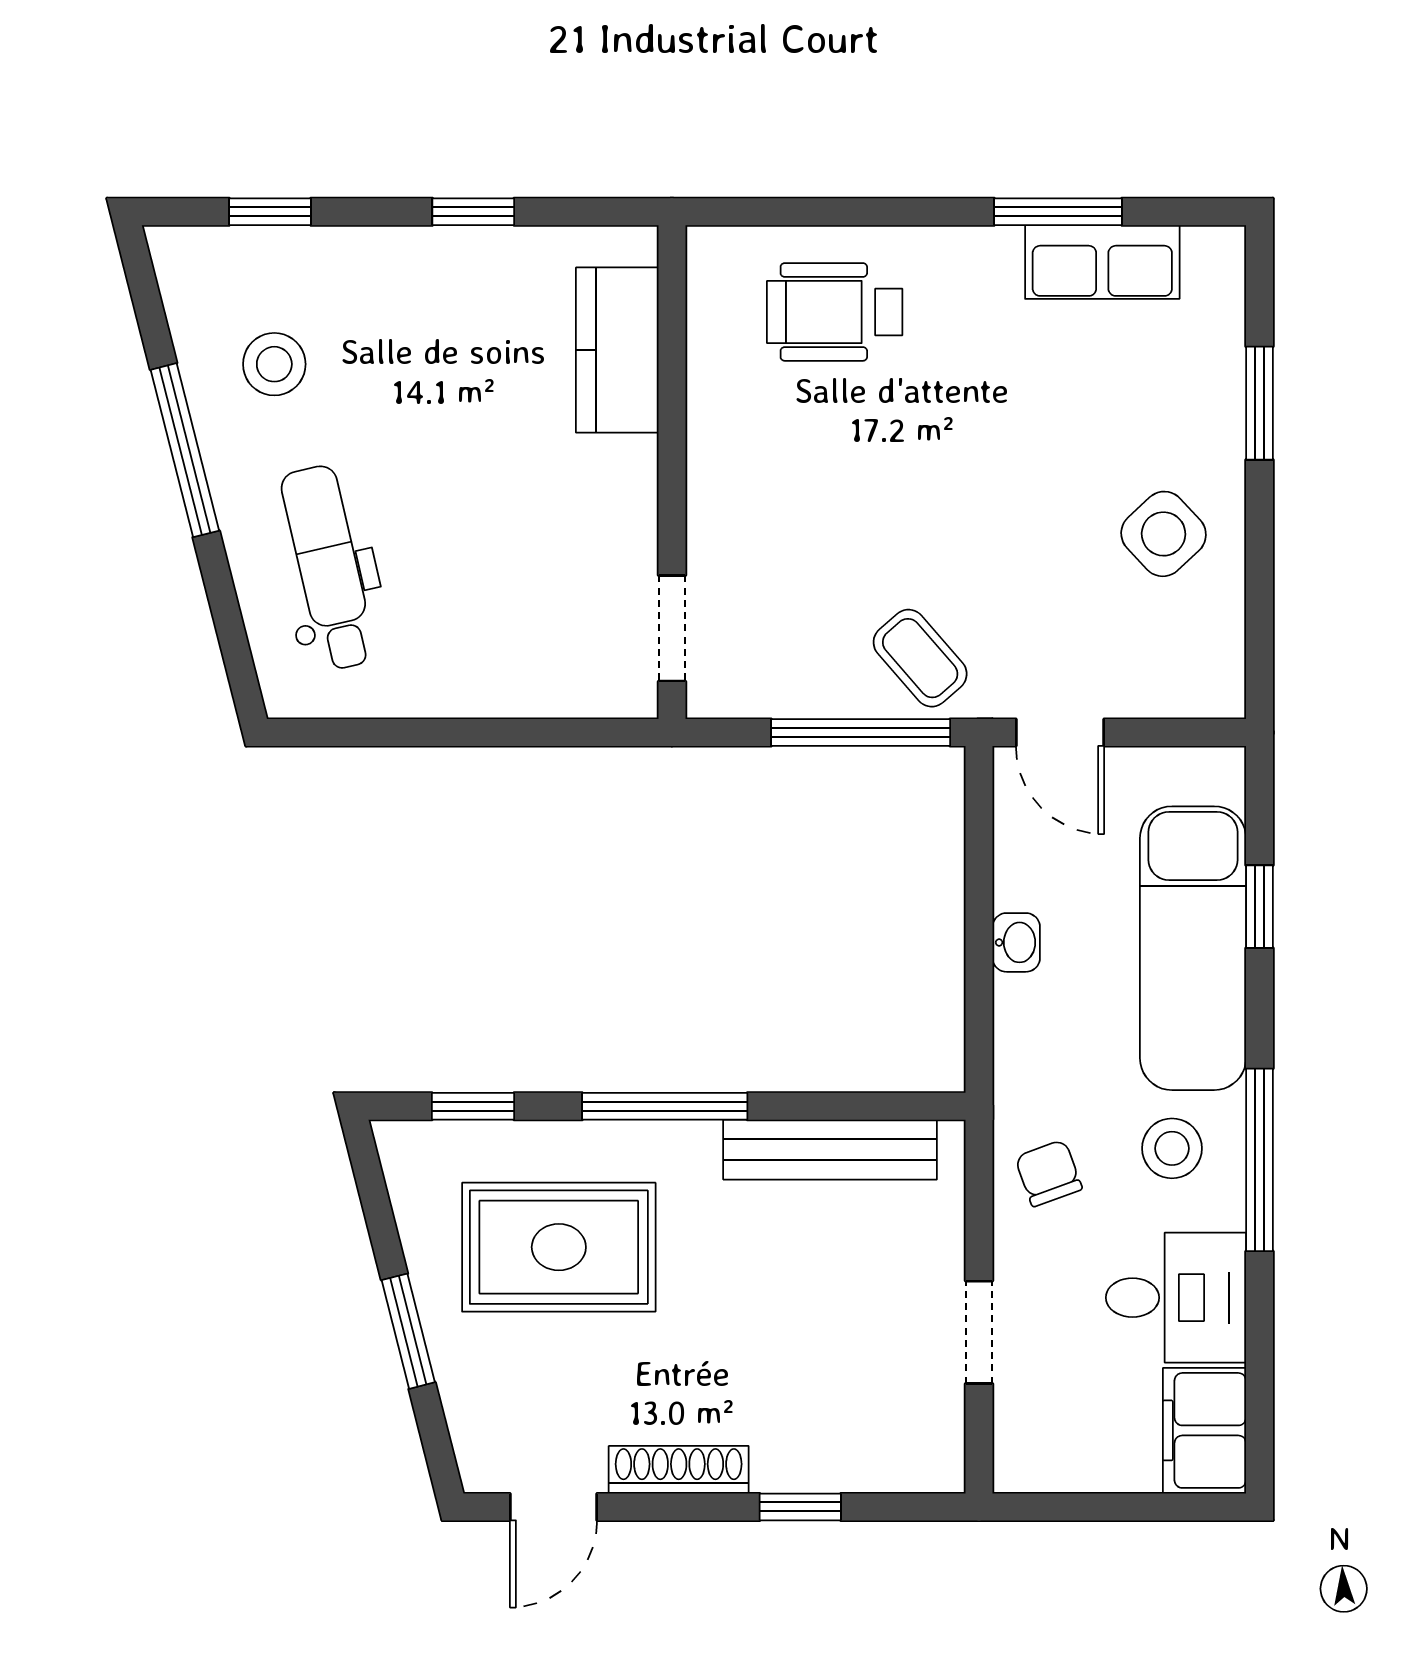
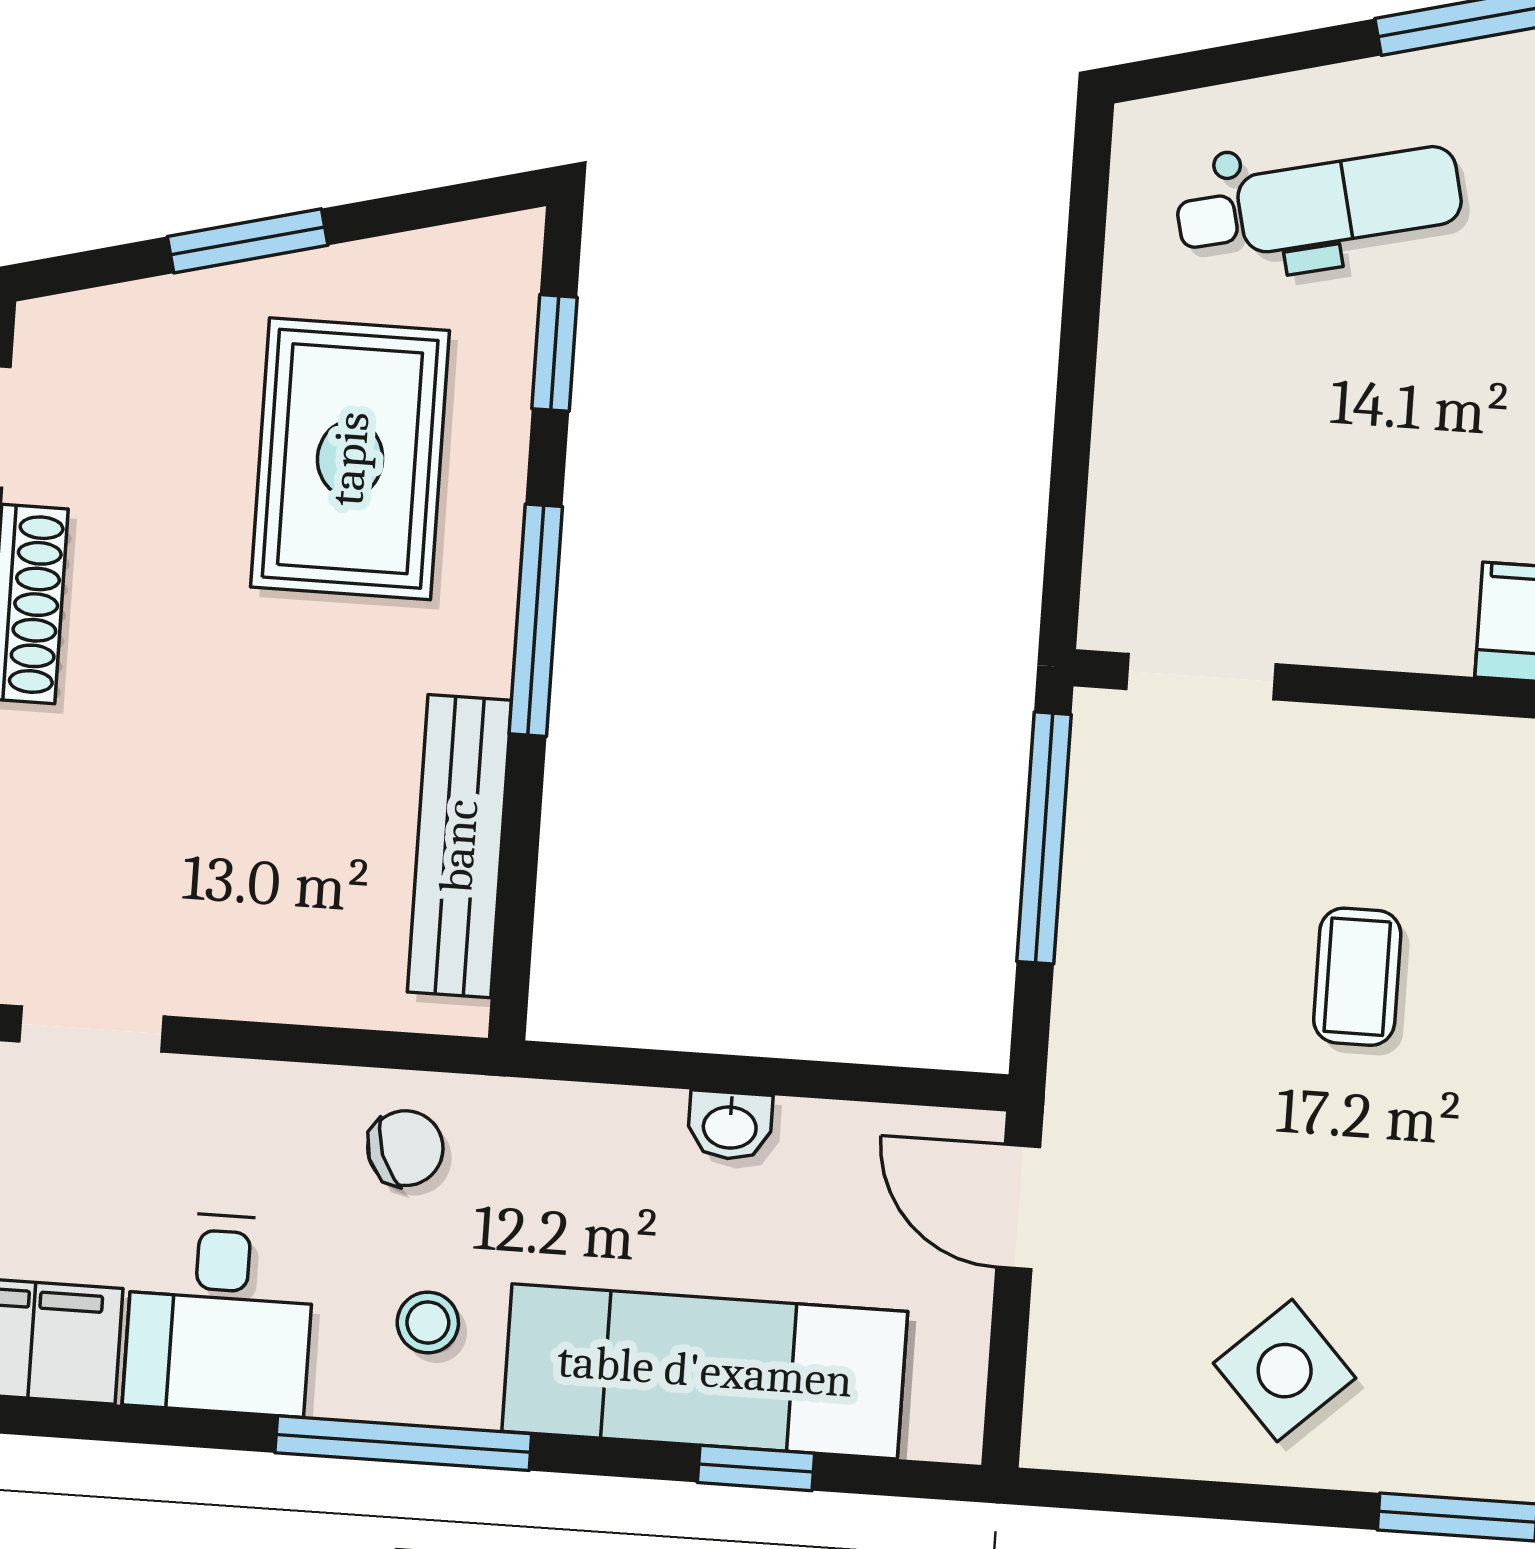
coffee table: (920, 658) -> (1357, 977), moved, turned -49
window: (861, 732) -> (1044, 838), moved
door: (1060, 732) -> (1018, 1207), hinge flipped
stool: (1172, 1148) -> (428, 1323), width x0.73, depth x0.73
doorway: (979, 1332) -> (91, 1029), moved

